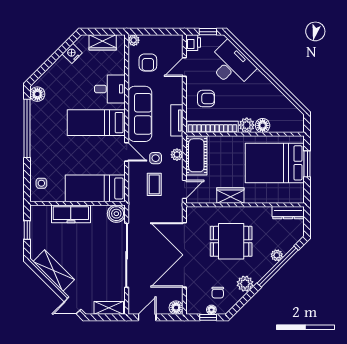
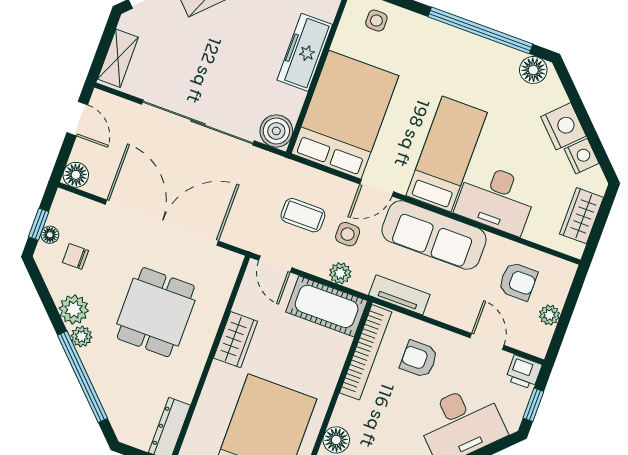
plant: (134, 40) -> (549, 315), moved
armchair: (148, 63) -> (518, 281), turned 180
nightstand: (60, 68) -> (564, 126), added
desk: (110, 89) -> (496, 199), width x1.37
armchair: (206, 98) -> (419, 359), turned 90
plant: (247, 125) -> (347, 413), removed
bed: (95, 188) -> (345, 115), width x1.50
plant: (277, 255) -> (81, 336), moved

